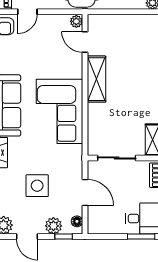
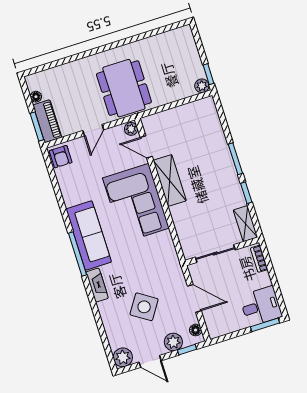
door: (27, 12) -> (93, 130), moved
corner sofa: (60, 111) -> (136, 203), moved
side table: (37, 186) -> (144, 307), turned 33

